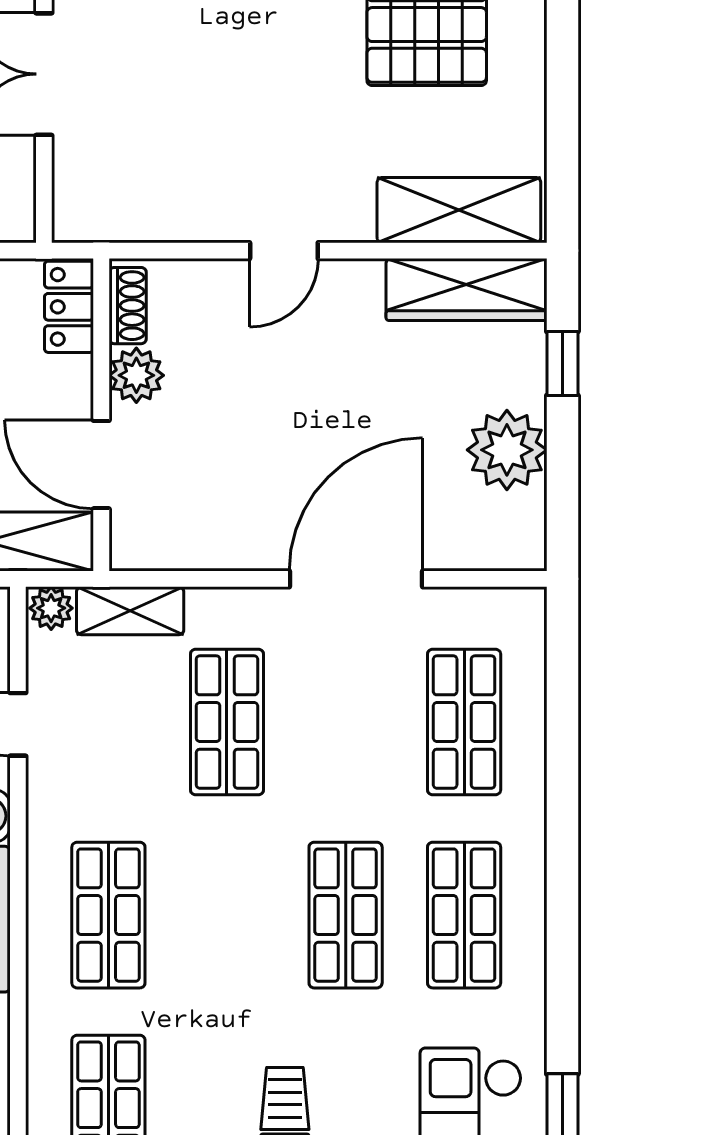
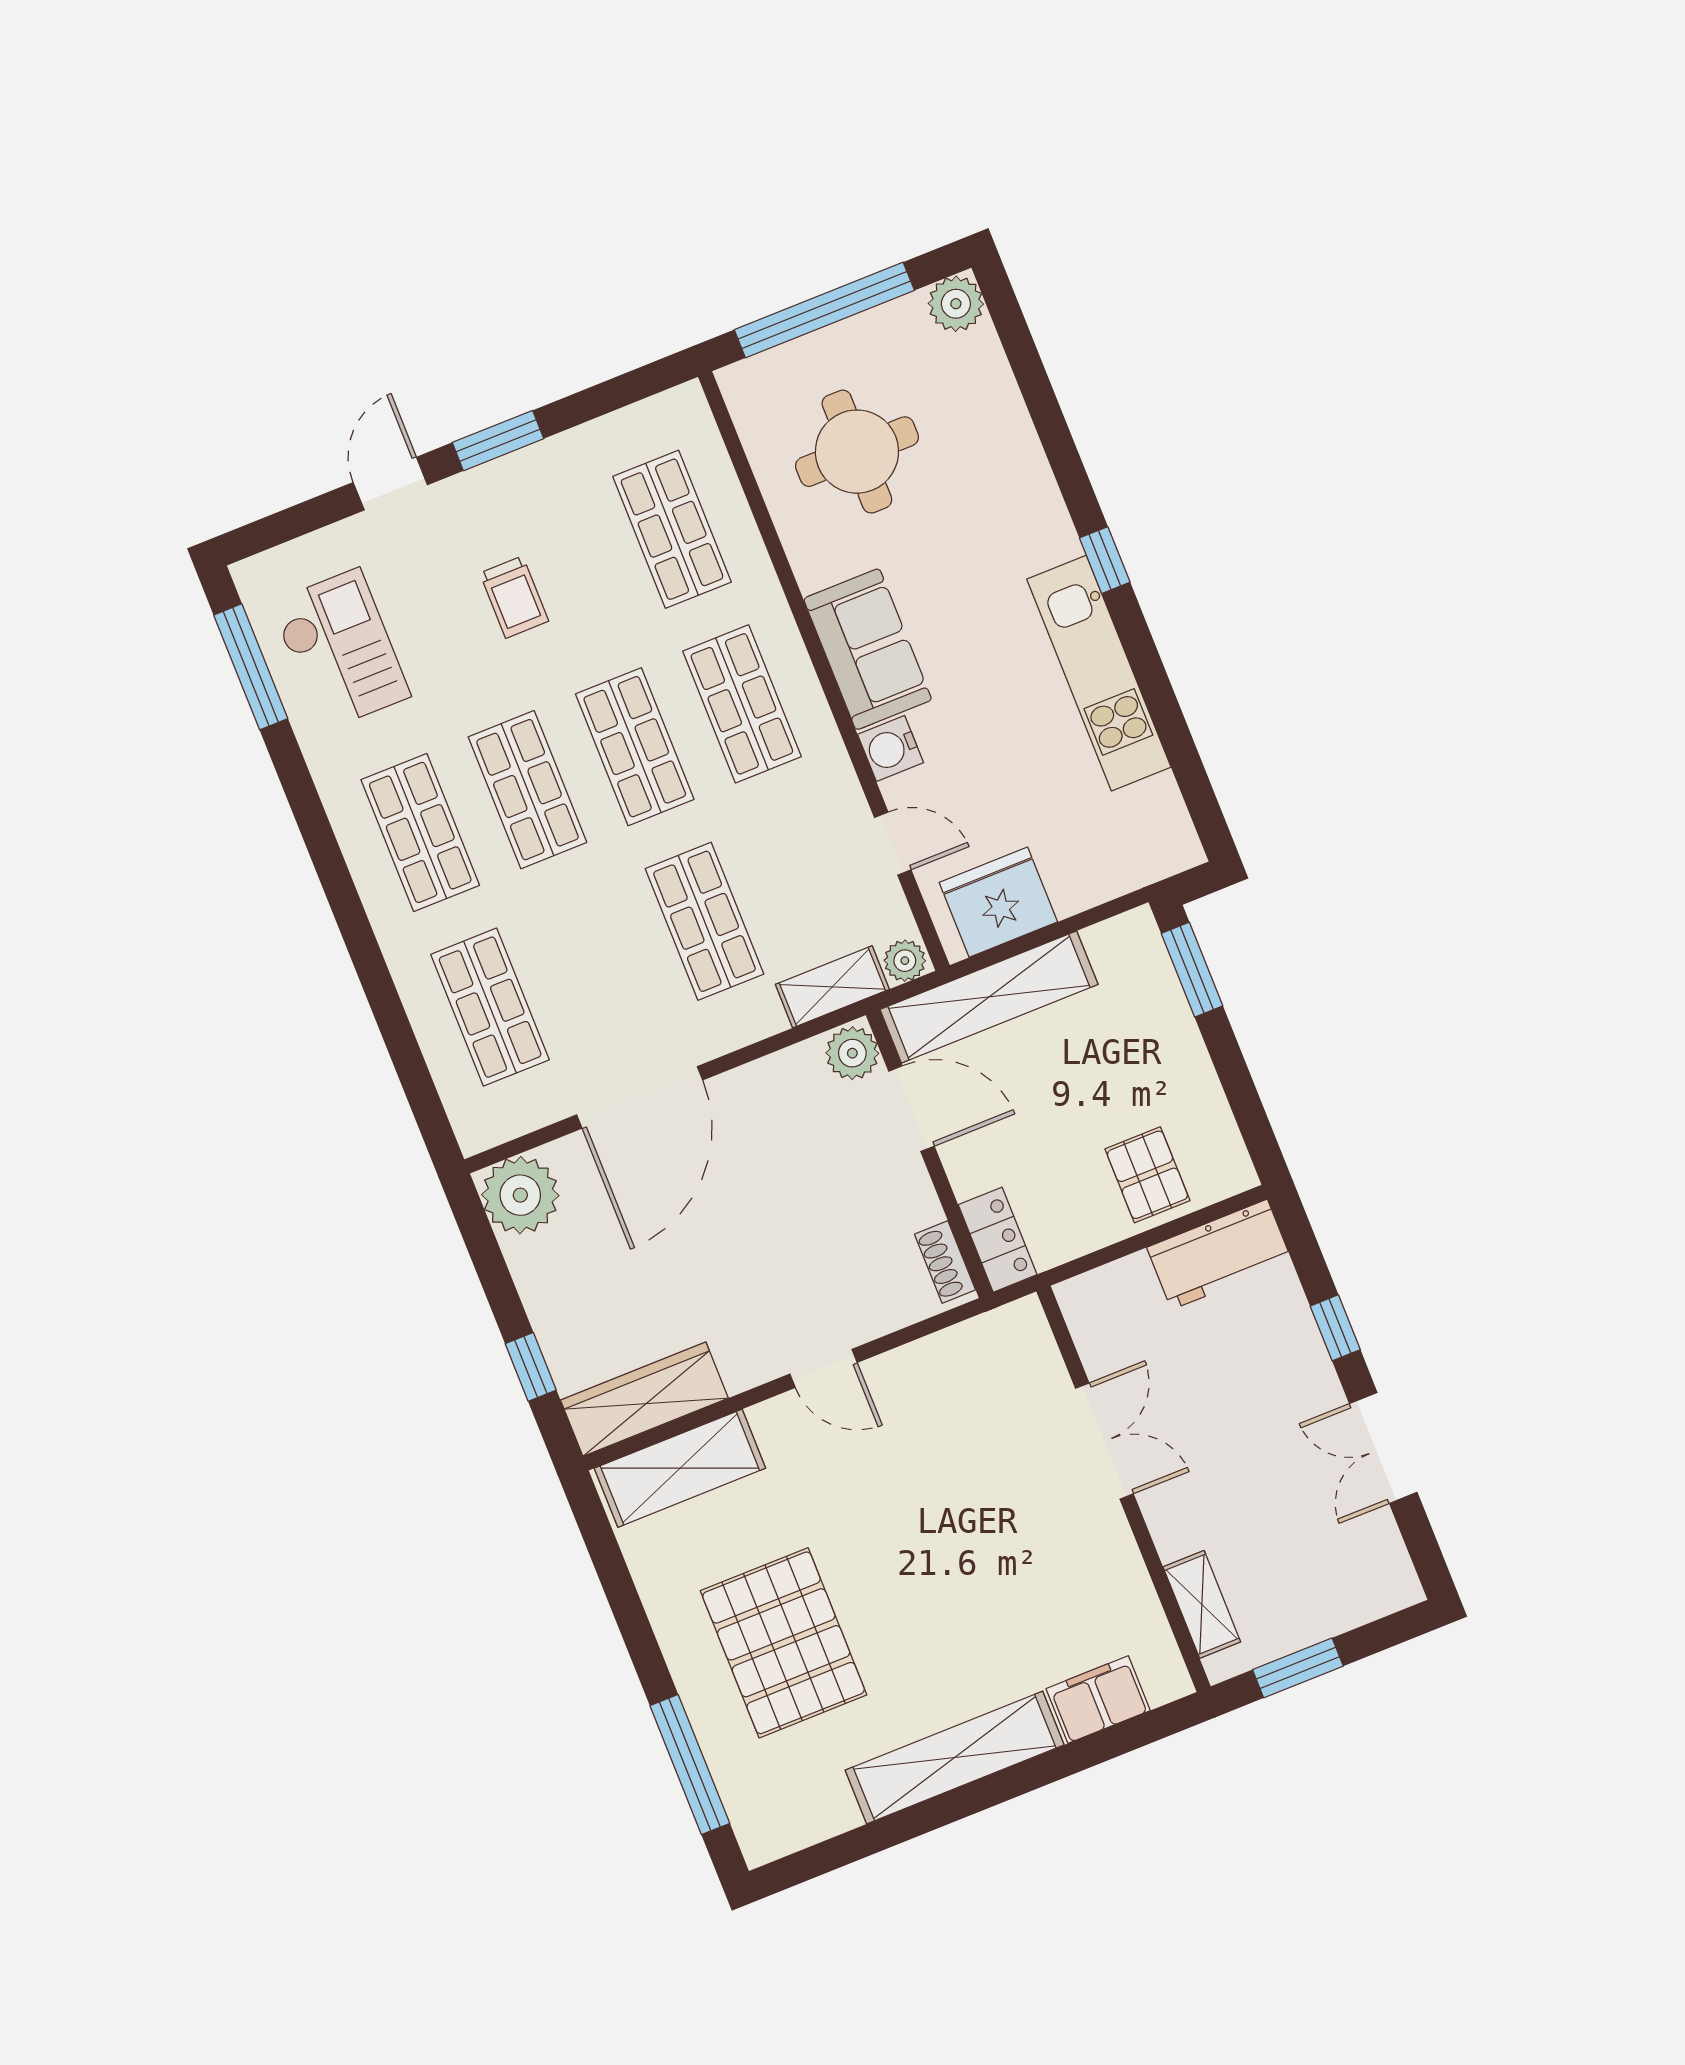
door: (284, 251) -> (824, 1368), swing flipped
plant: (136, 375) -> (852, 1053), moved
plant: (507, 450) -> (520, 1195), moved
shop shelf: (227, 915) -> (635, 747), added

